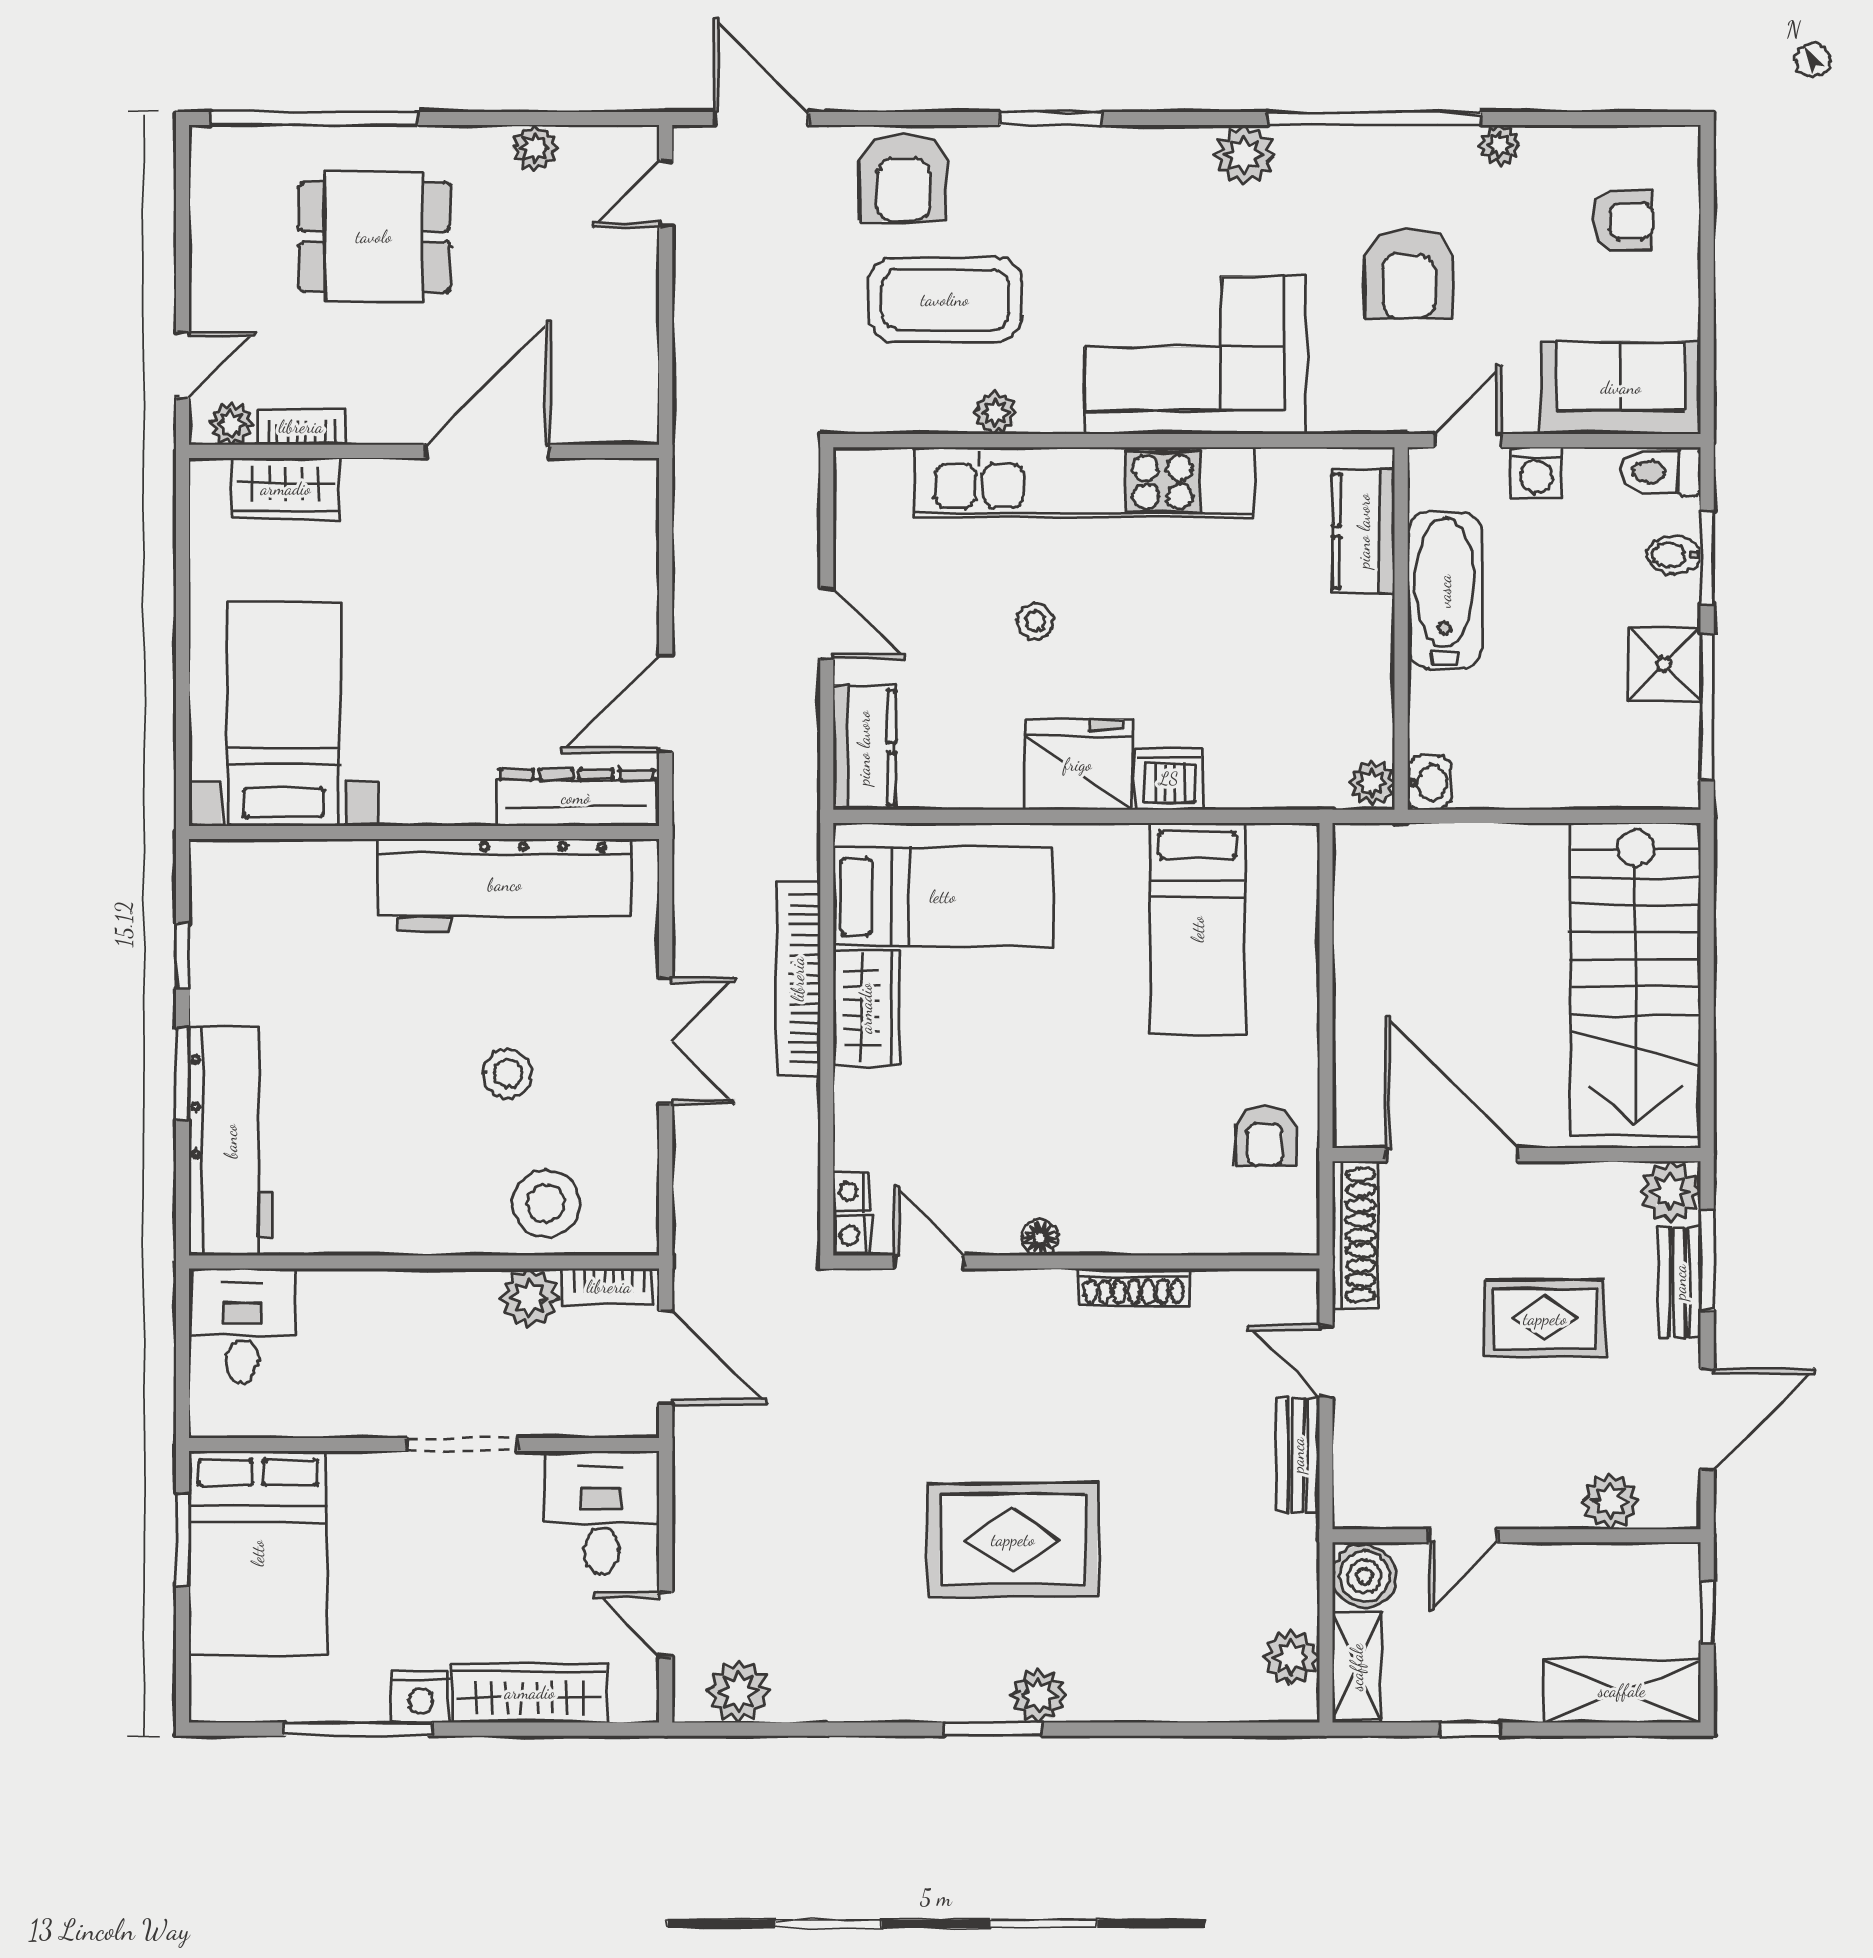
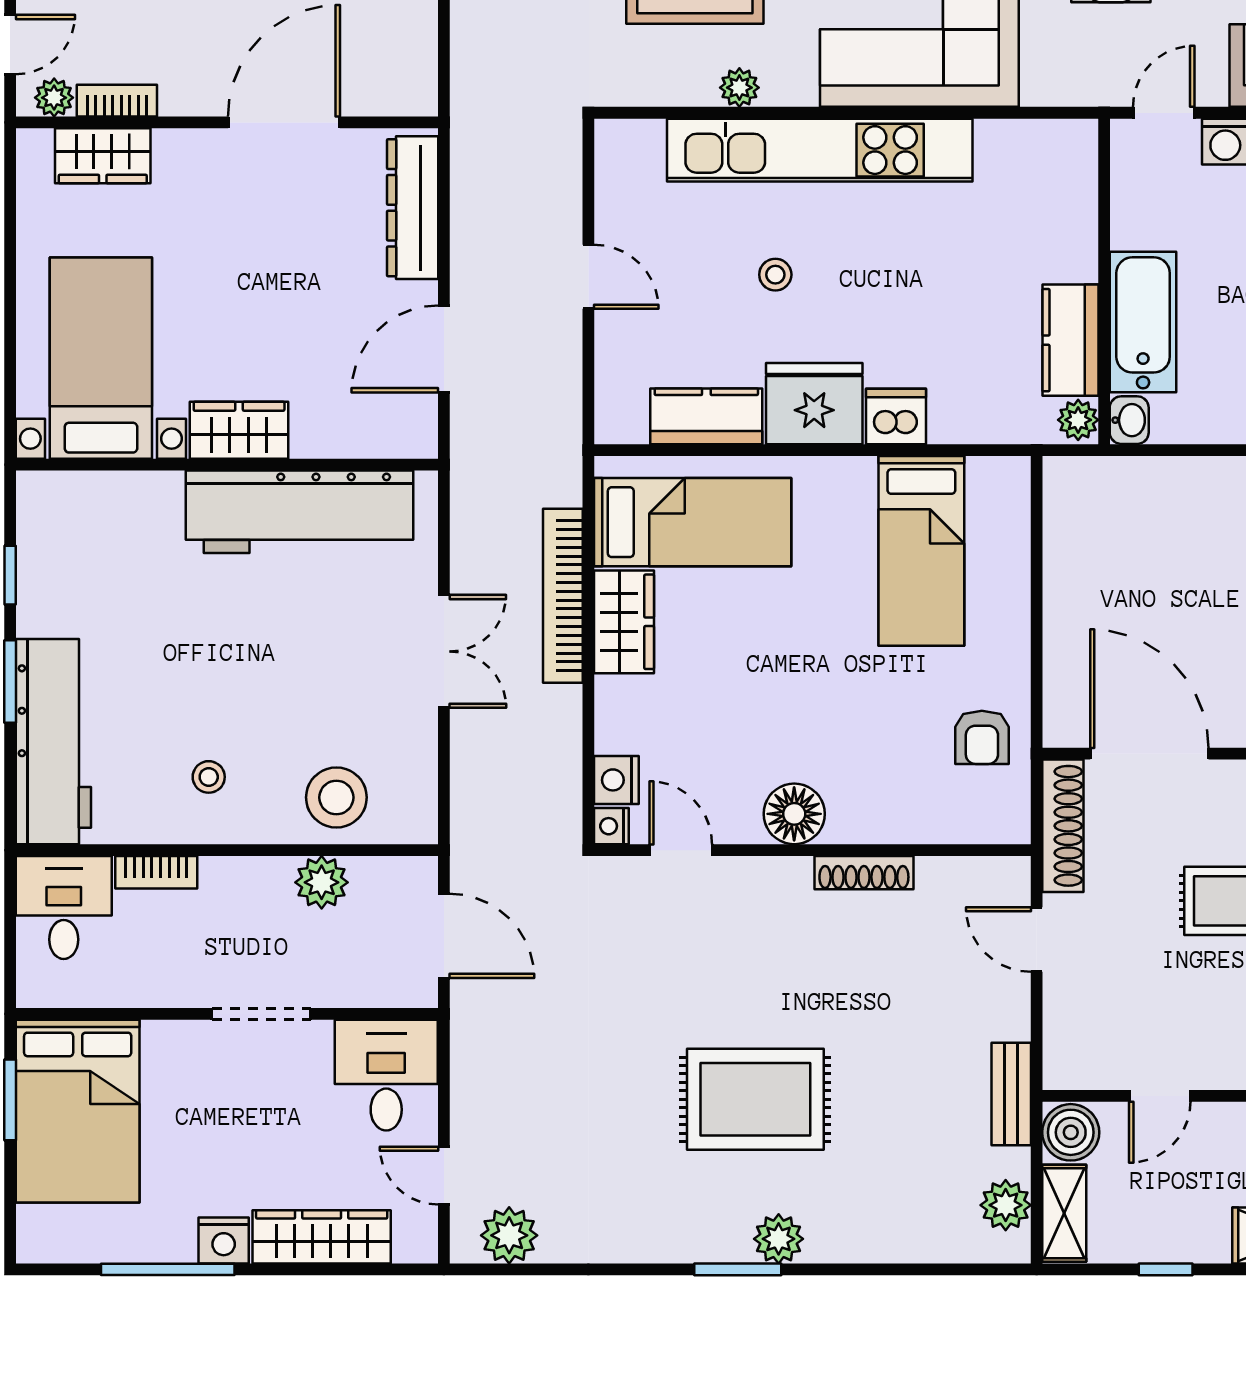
kitchen counter: (1364, 531) -> (1070, 340), moved
bathtub: (1445, 591) -> (1143, 322), moved
kitchen counter: (864, 748) -> (706, 416), moved, turned -90
wardrobe: (438, 794) -> (239, 430), added
dresser: (576, 798) -> (413, 208), moved, turned -90
stool: (508, 1073) -> (209, 777), moved, width x0.73, depth x0.73
nightstand: (851, 1191) -> (616, 780), width x1.39, depth x1.35
floor lamp: (1040, 1238) -> (794, 814), width x1.89, depth x1.89
bookcase: (609, 1287) -> (156, 872), moved
bench: (1298, 1455) -> (1011, 1094), moved

